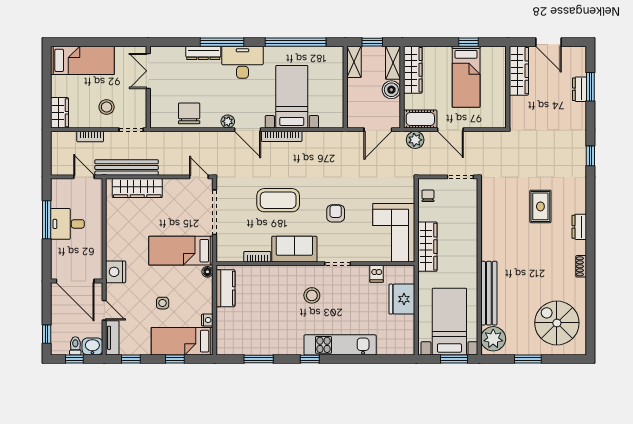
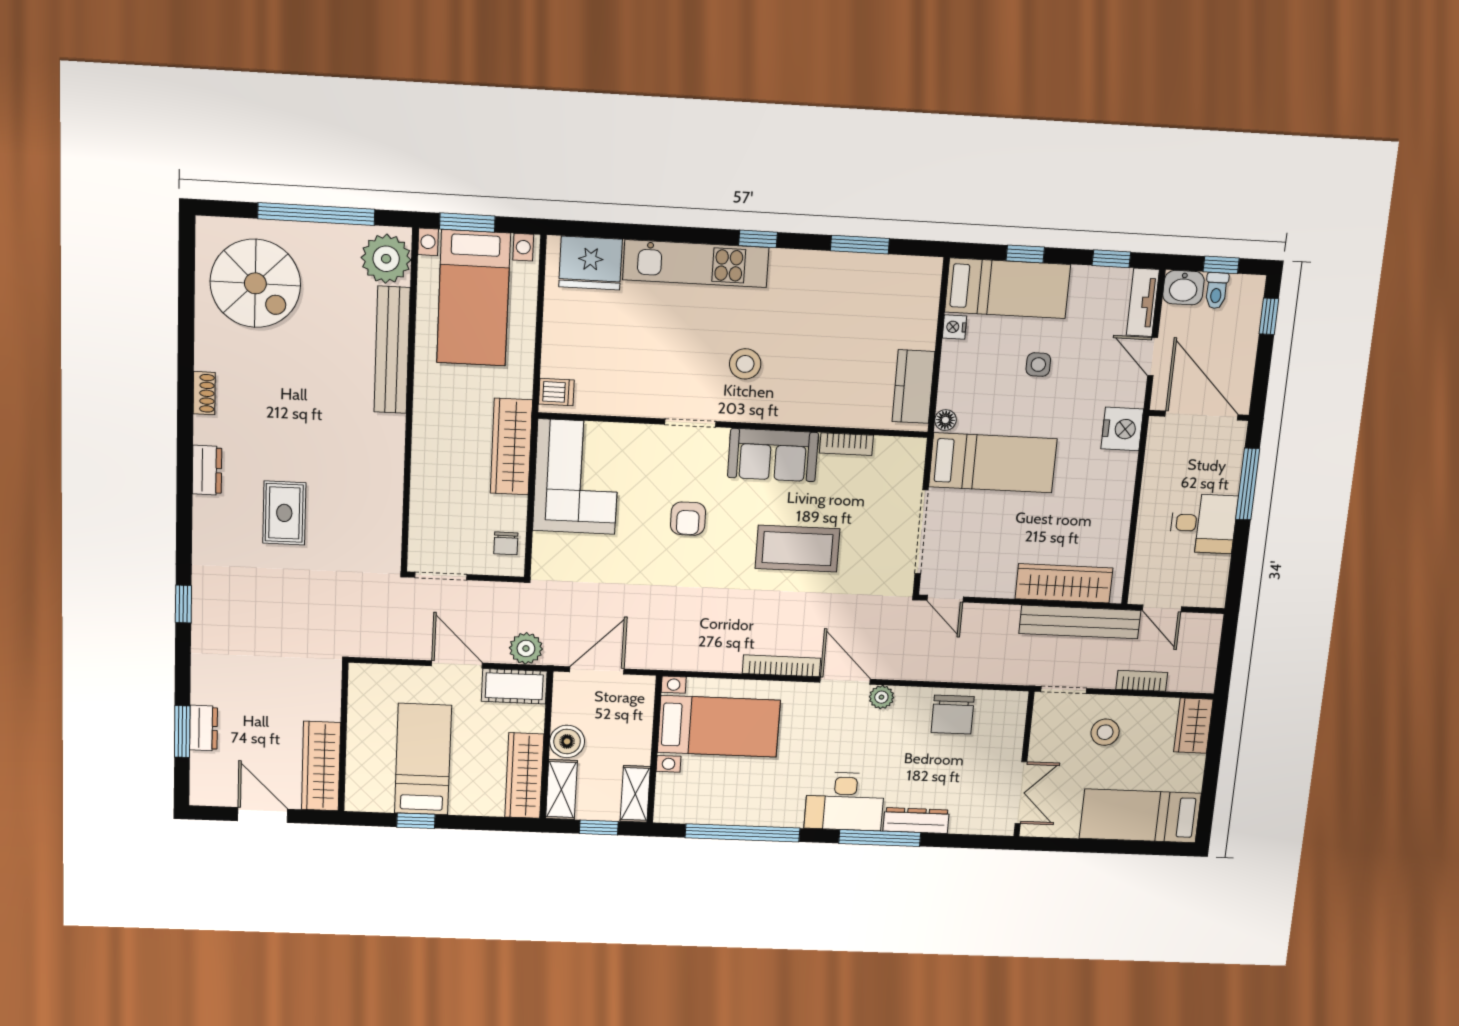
bed with nightstands: (292, 97) -> (719, 726), moved, turned -90
window: (47, 220) -> (1248, 484), moved
dishwasher: (377, 274) -> (556, 392), moved, turned 90
fridge: (402, 299) -> (590, 263), moved, turned 90
window: (528, 359) -> (316, 214), width x2.11

